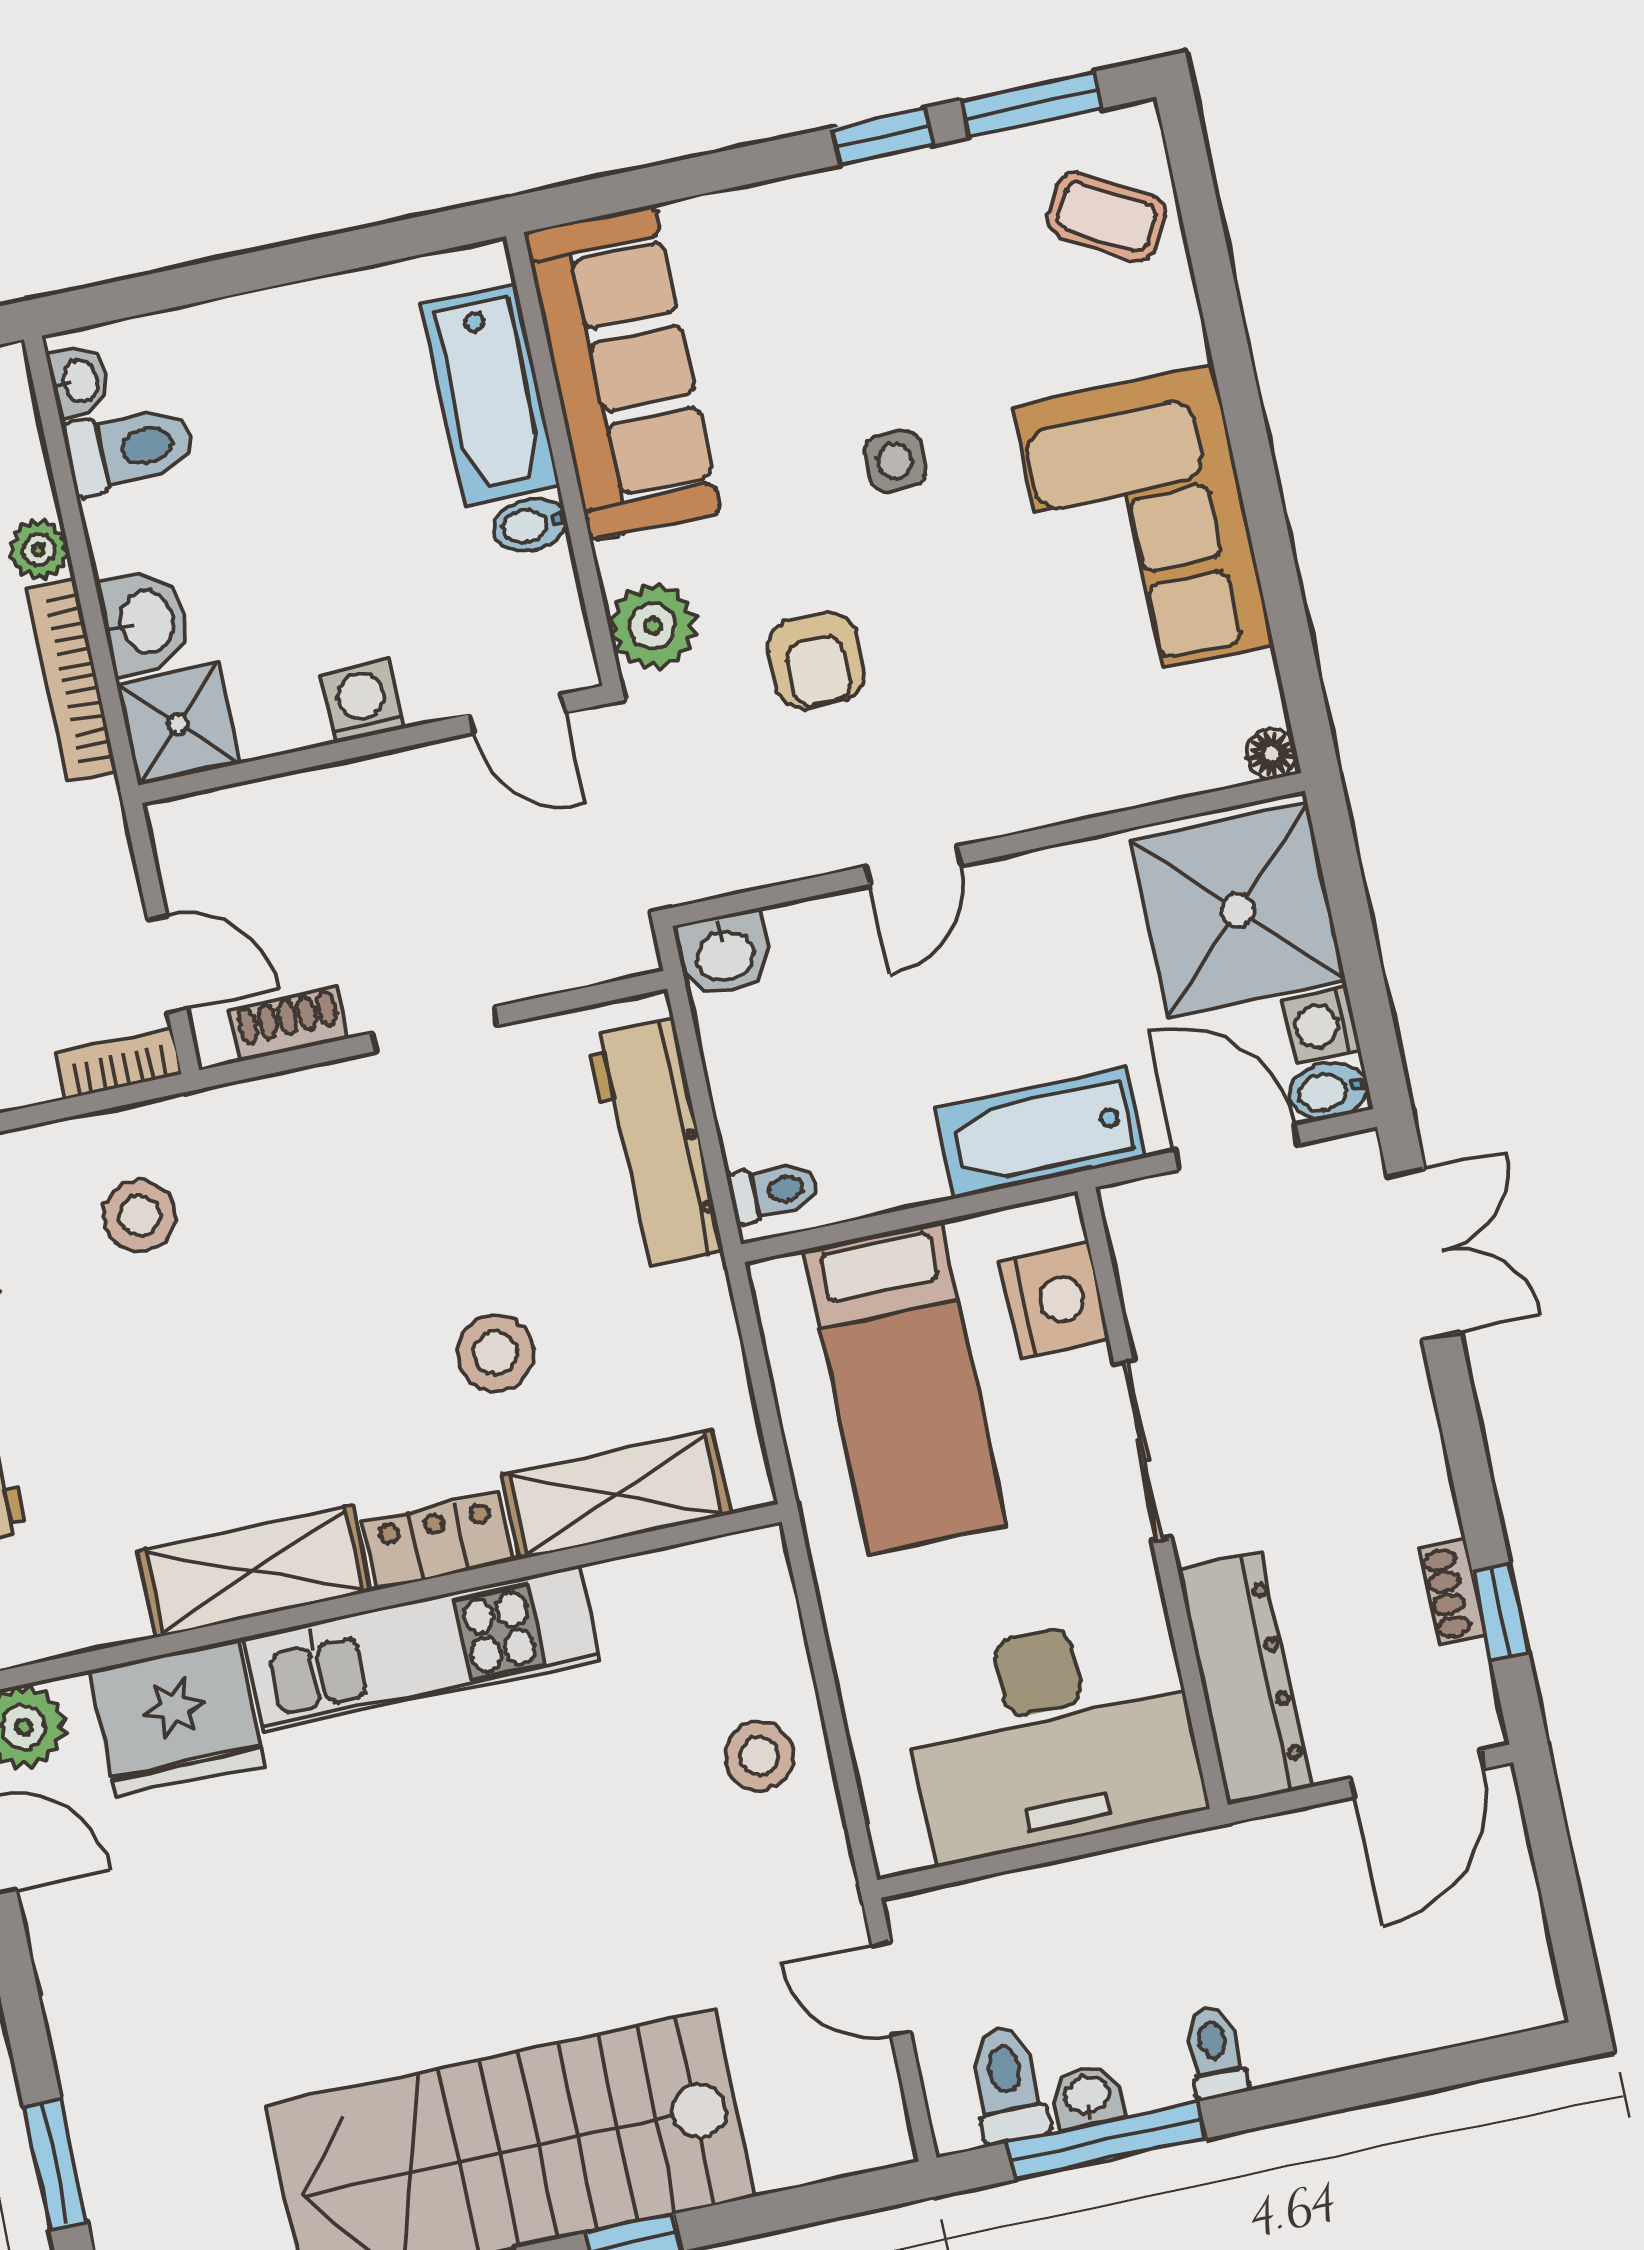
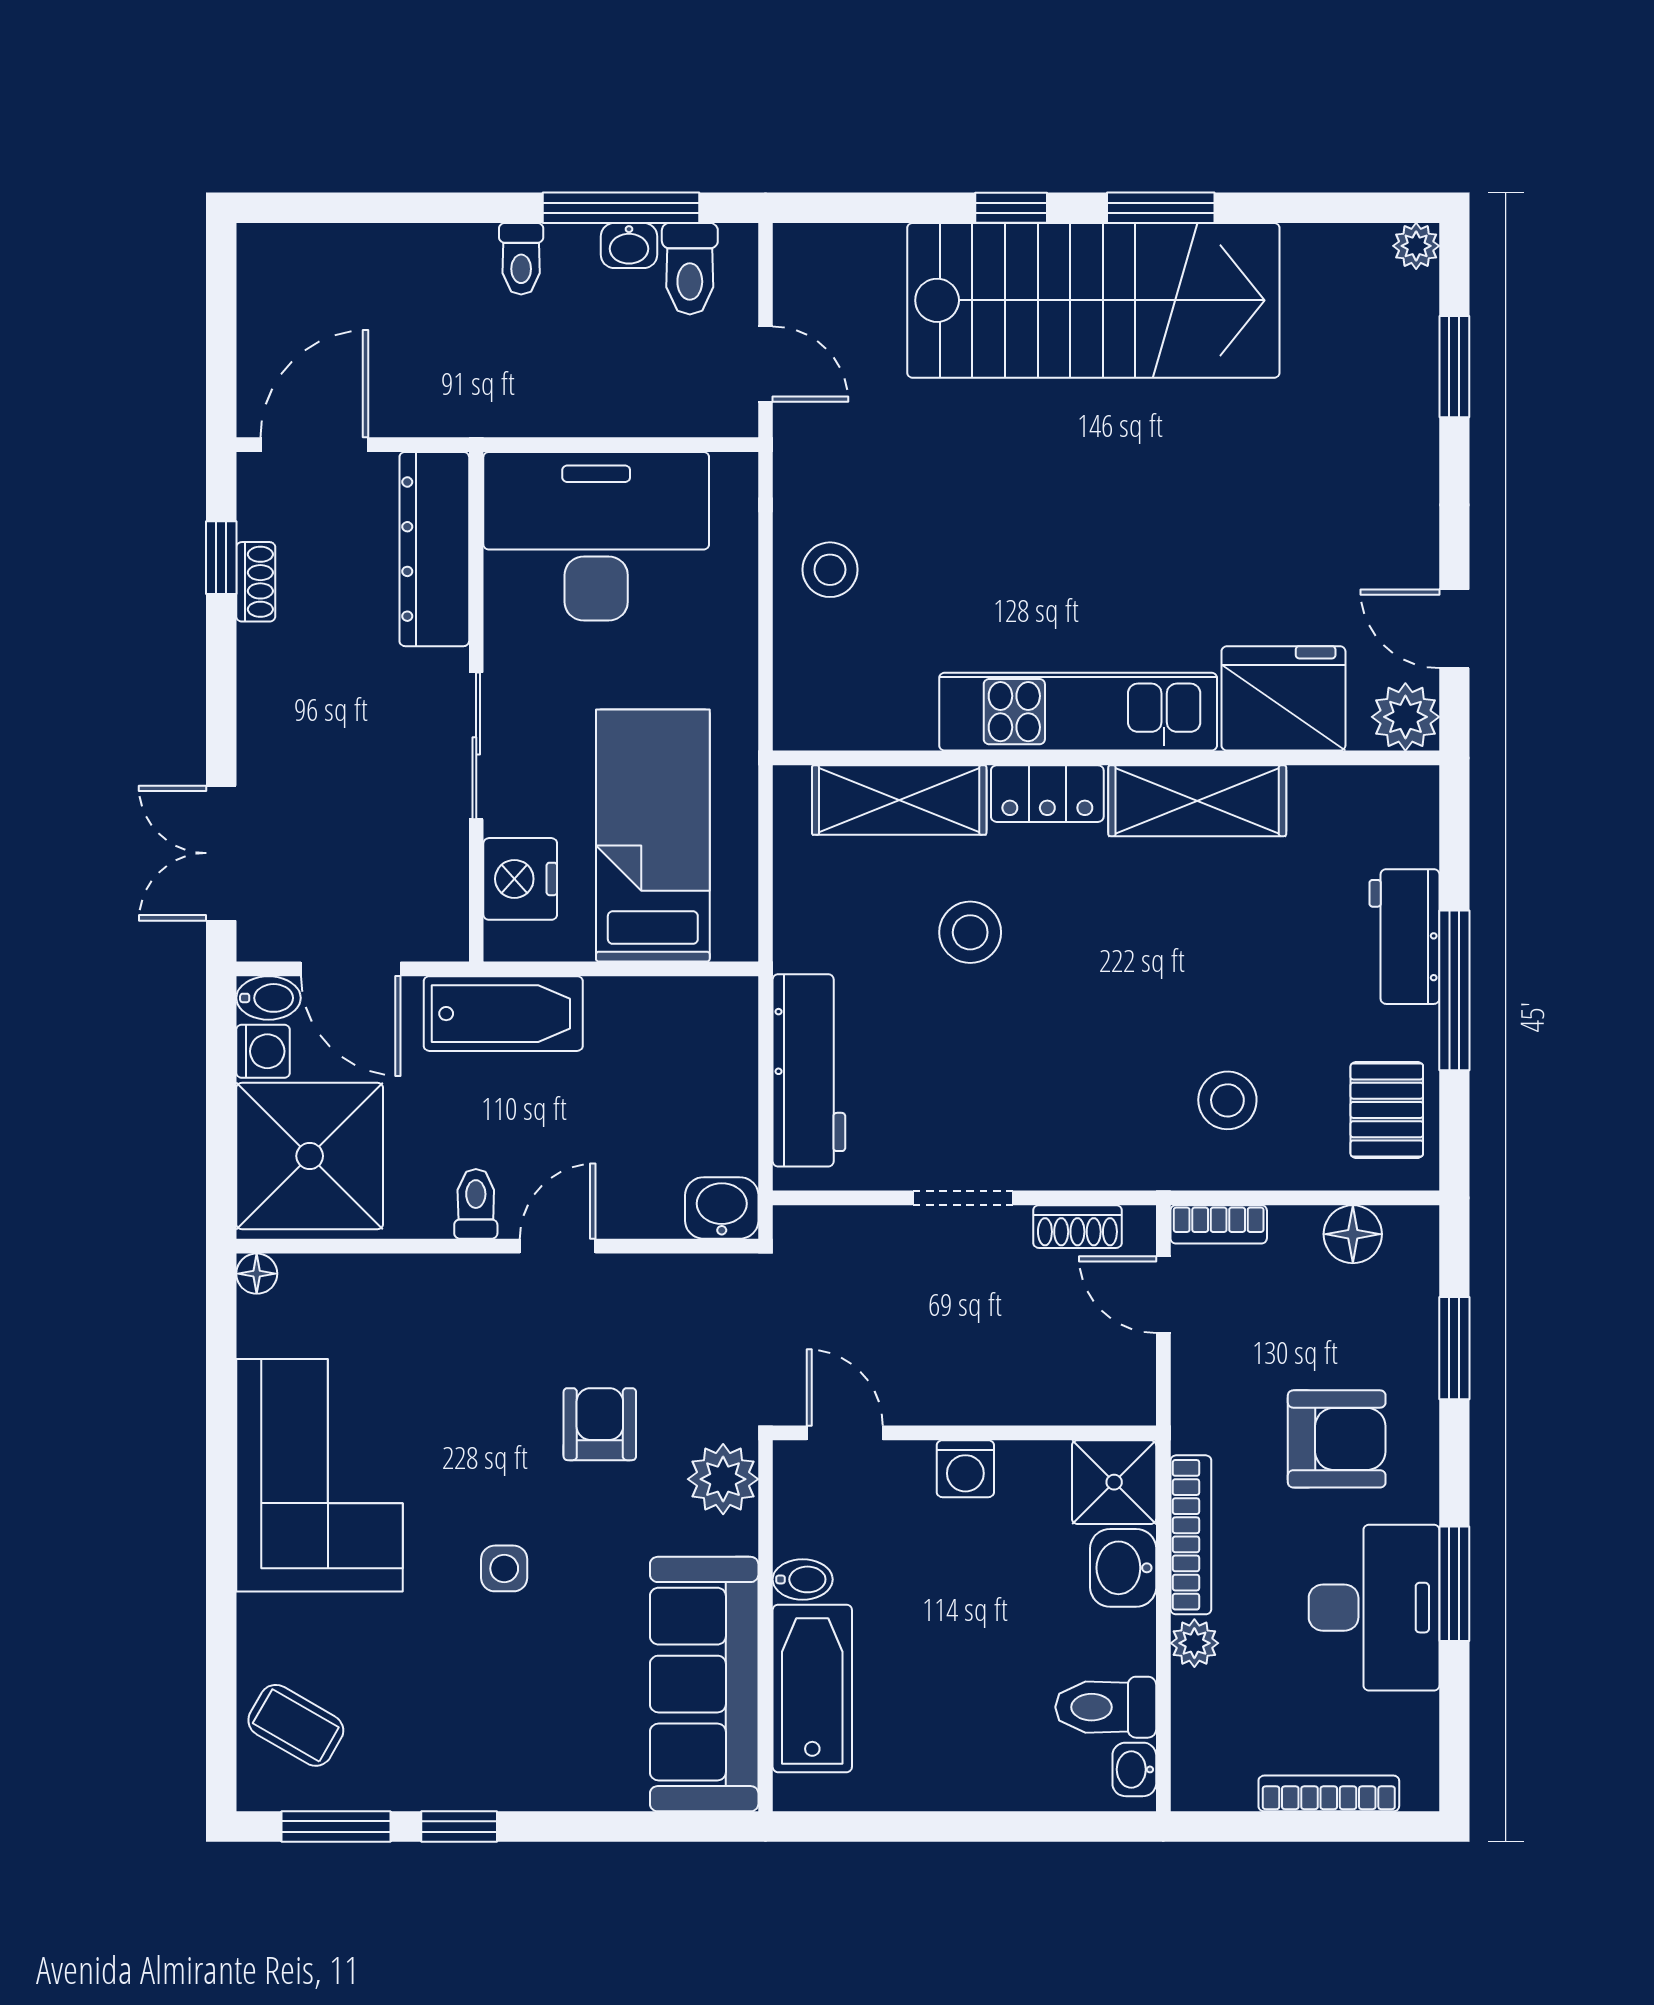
toilet: (774, 1191) -> (476, 1204), moved, turned 90

